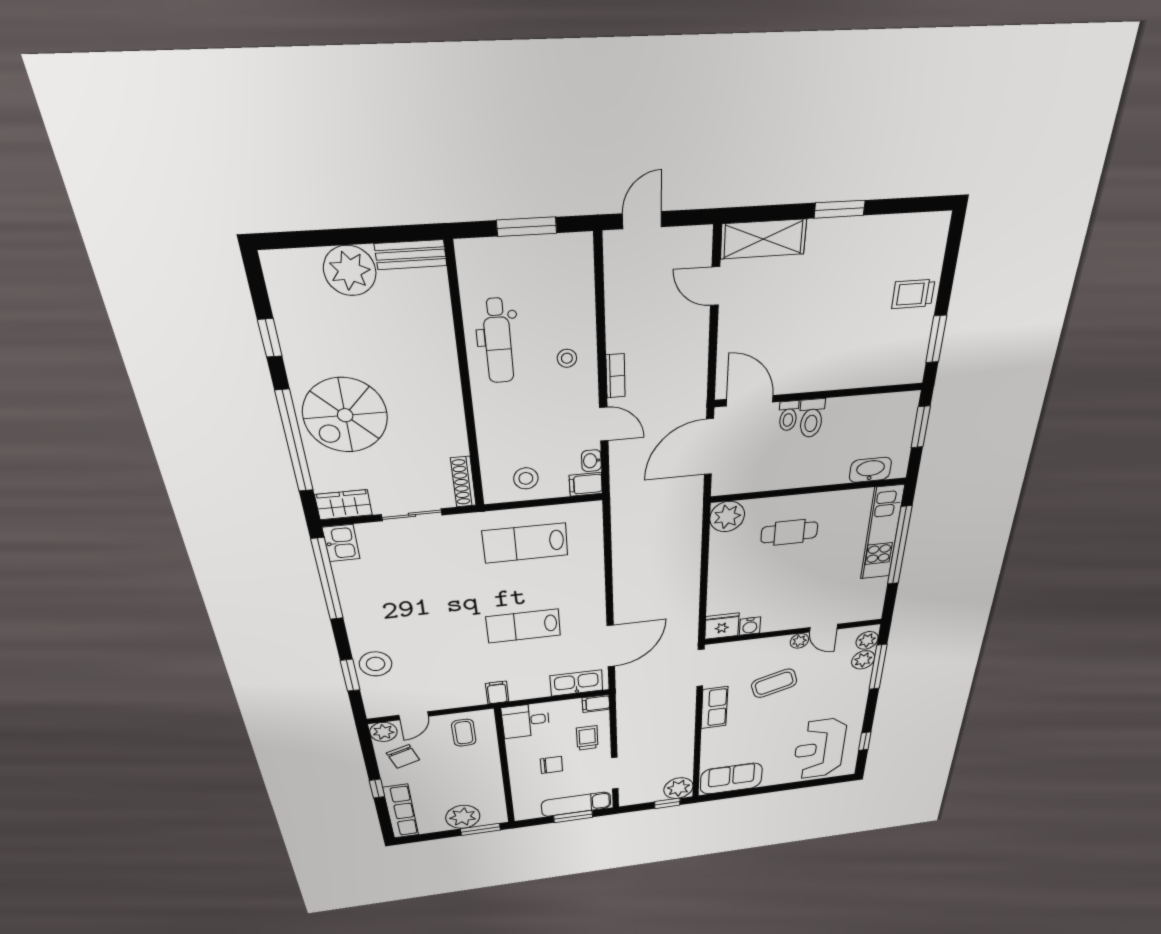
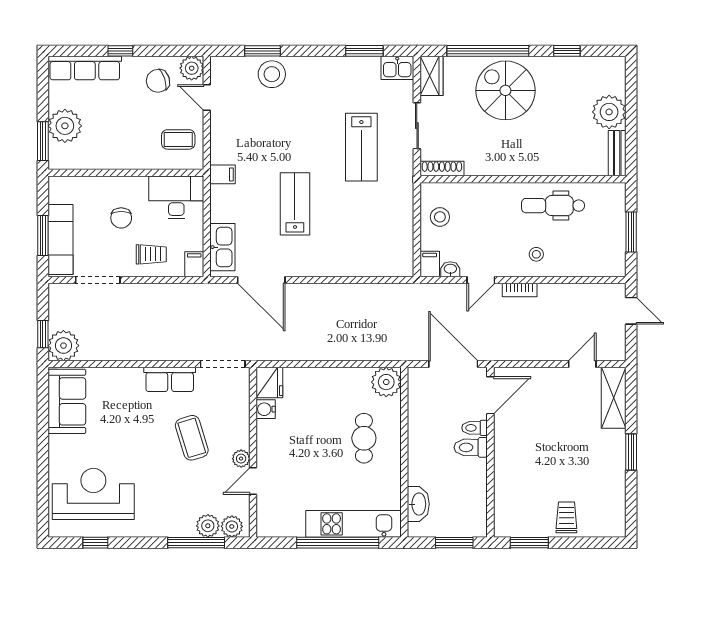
lab bench: (525, 543) -> (361, 147), moved, turned 180
window: (327, 579) -> (364, 51), width x0.47
desk: (526, 721) -> (176, 197), width x1.37

